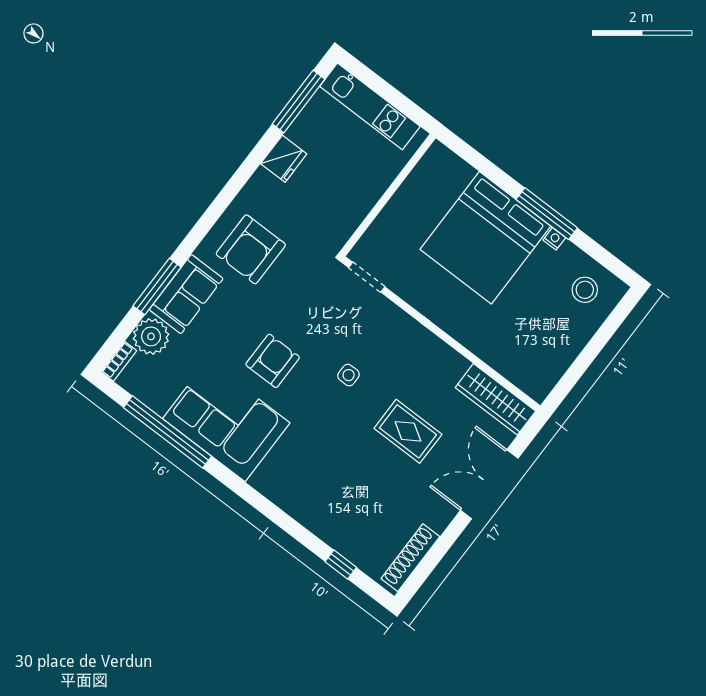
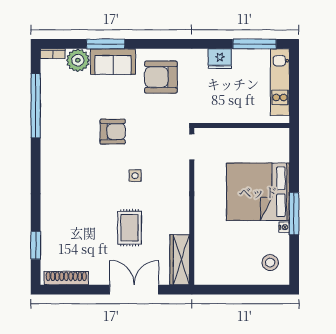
corner sofa: (226, 421) -> (64, 131), removed
window: (341, 564) -> (36, 245), width x1.50

